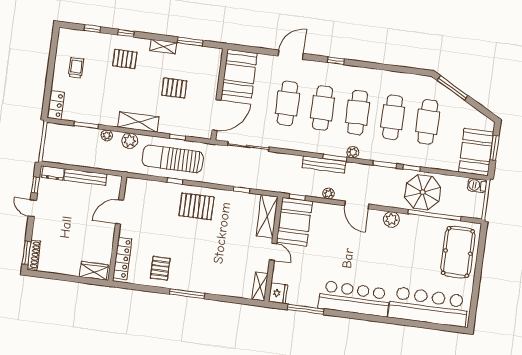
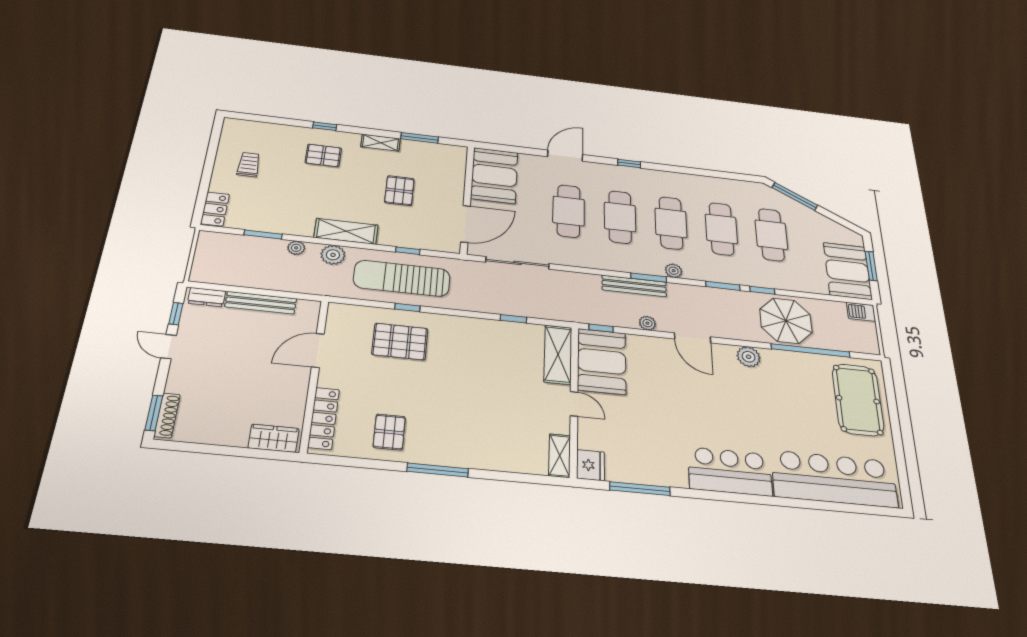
window: (92, 29) -> (275, 120), removed
pallet: (174, 88) -> (399, 191), turned 90
pallet: (197, 206) -> (400, 342), moved
bar counter: (354, 299) -> (730, 471), width x0.73

